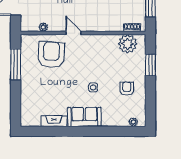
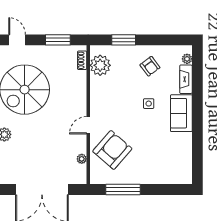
armchair: (51, 55) -> (112, 150), turned 128
armchair: (127, 89) -> (150, 66), turned -127
fireplace: (54, 121) -> (186, 79), moved

